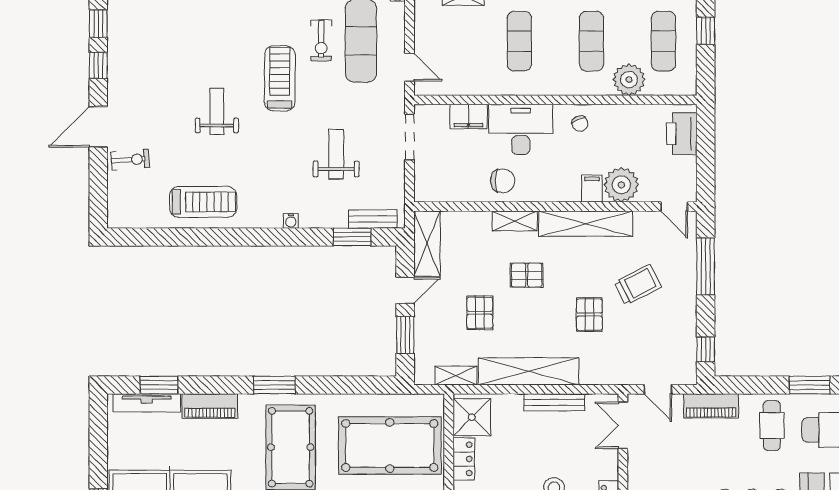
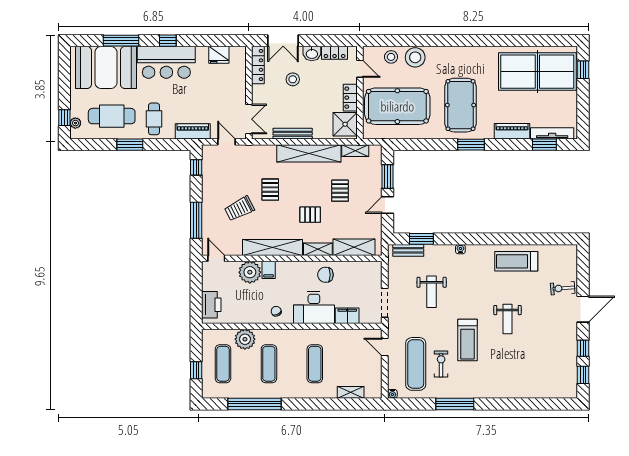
shelving: (427, 244) -> (354, 247), moved, turned 90

